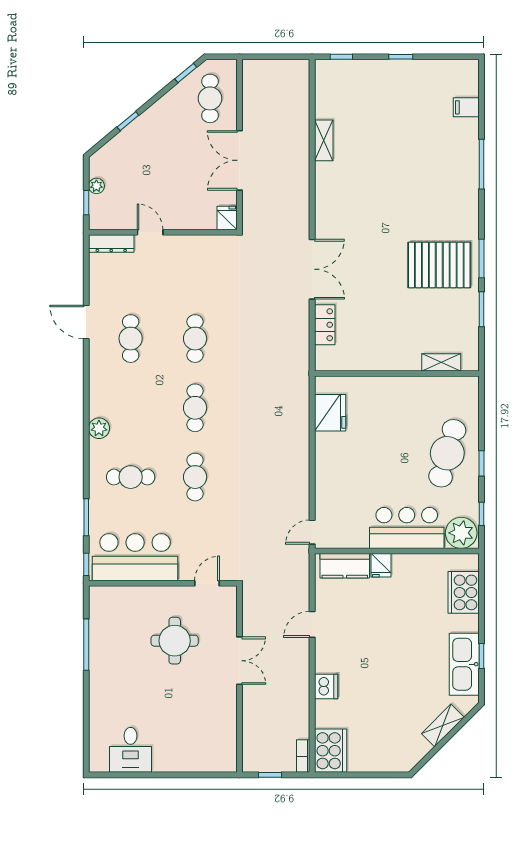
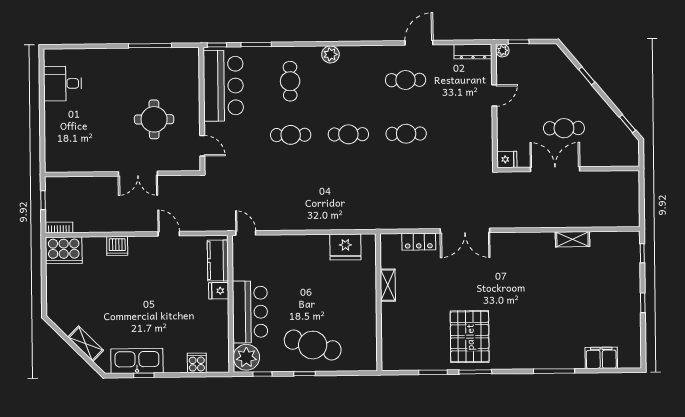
cafe table: (210, 98) -> (564, 128), moved
filing cabinet: (466, 107) -> (601, 358), width x2.00
plant: (96, 186) -> (502, 51), moved
dresser: (111, 244) -> (473, 52), moved, turned -90
shelving: (441, 362) -> (388, 285), moved
cooker: (464, 592) -> (197, 363), width x0.53, depth x0.76

